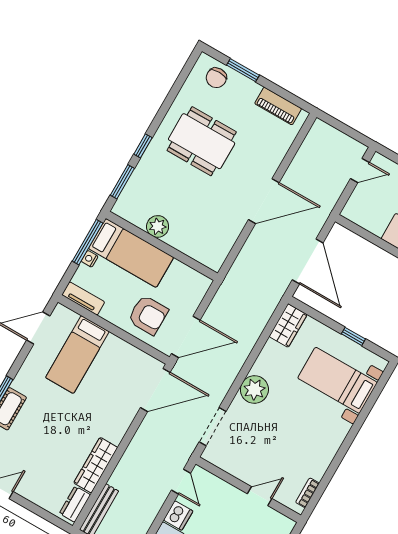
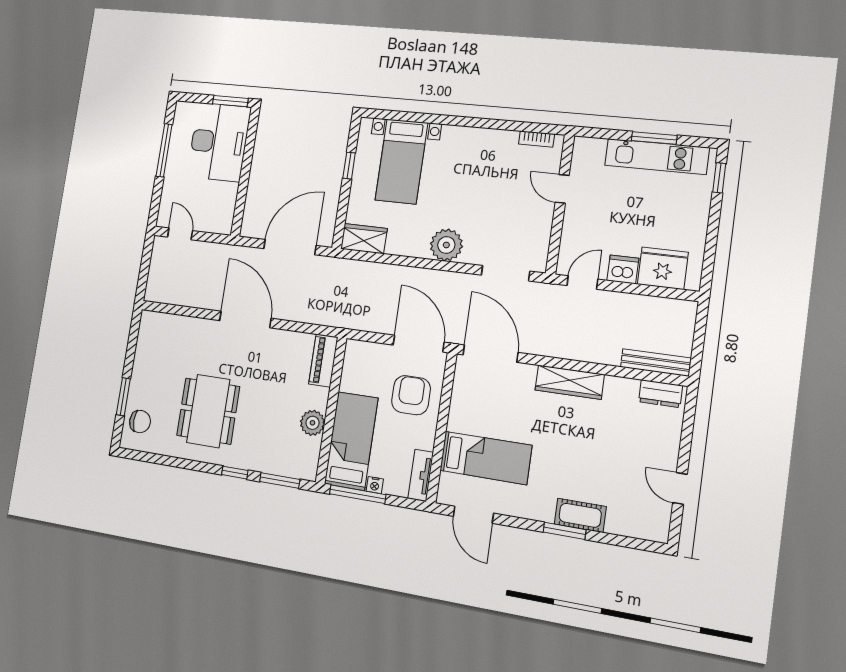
piano: (278, 106) -> (323, 361), moved, turned 180
wardrobe: (96, 465) -> (570, 382), moved

